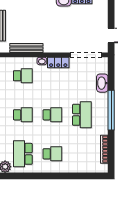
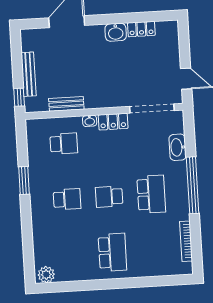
bench: (26, 48) -> (66, 104), width x0.73
school desk: (52, 115) -> (109, 197), turned 180
school desk: (23, 154) -> (70, 255), removed
school desk: (52, 154) -> (112, 252), width x1.85

